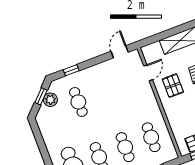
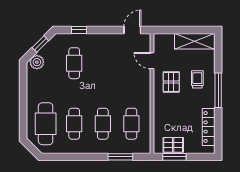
door: (148, 73) -> (152, 61), swing flipped
plant: (50, 100) -> (37, 62), moved

